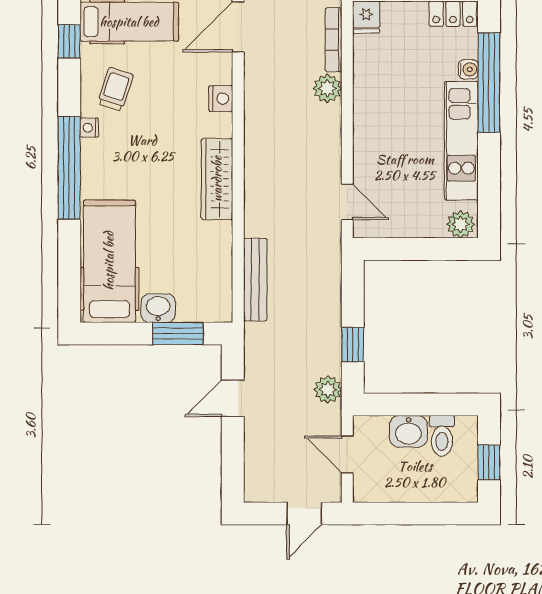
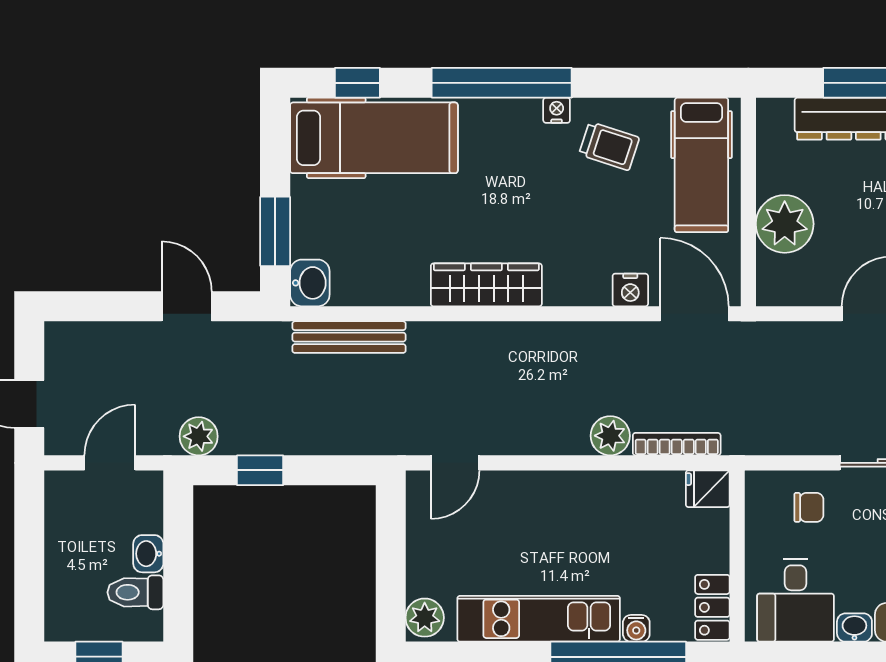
window: (69, 41) -> (357, 83), moved
nightstand: (221, 99) -> (630, 290), moved
washbasin: (158, 308) -> (310, 283), moved
washbasin: (408, 431) -> (148, 554), width x0.72, depth x0.69

